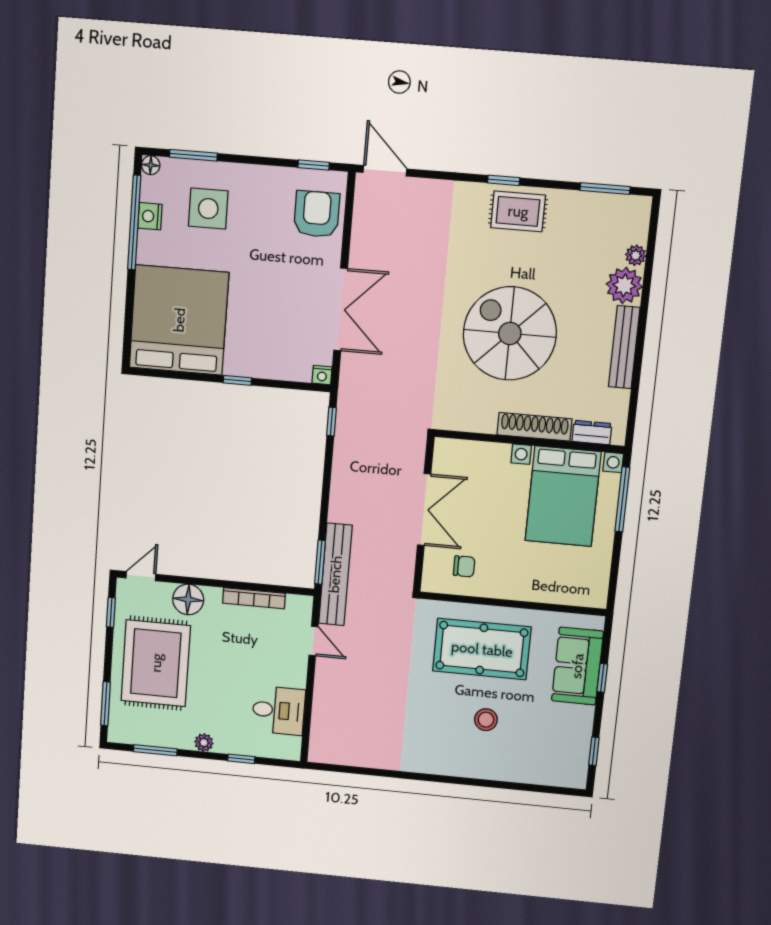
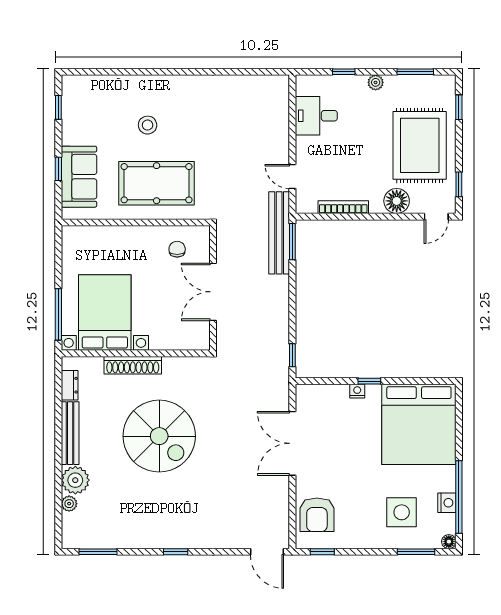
rug: (518, 211) -> (162, 529), removed
nightstand: (322, 375) -> (357, 391), moved
dresser: (592, 433) -> (70, 385), moved, turned -90
chair: (464, 566) -> (177, 249), turned 90
window: (106, 704) -> (459, 107), width x0.67

